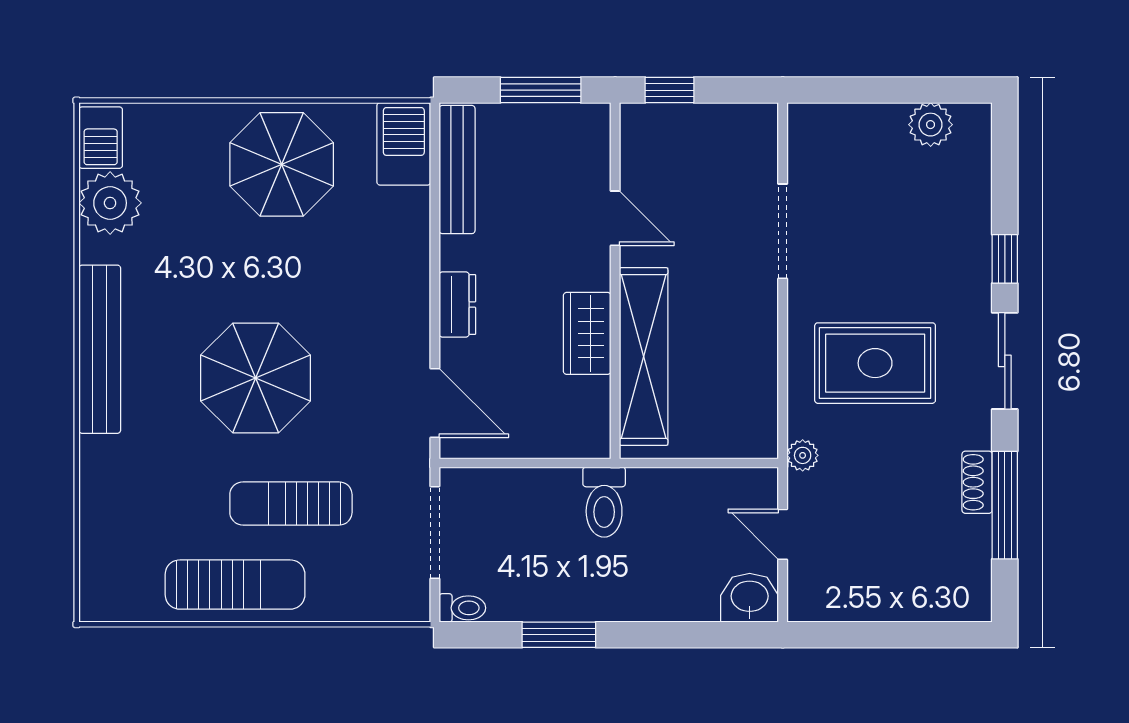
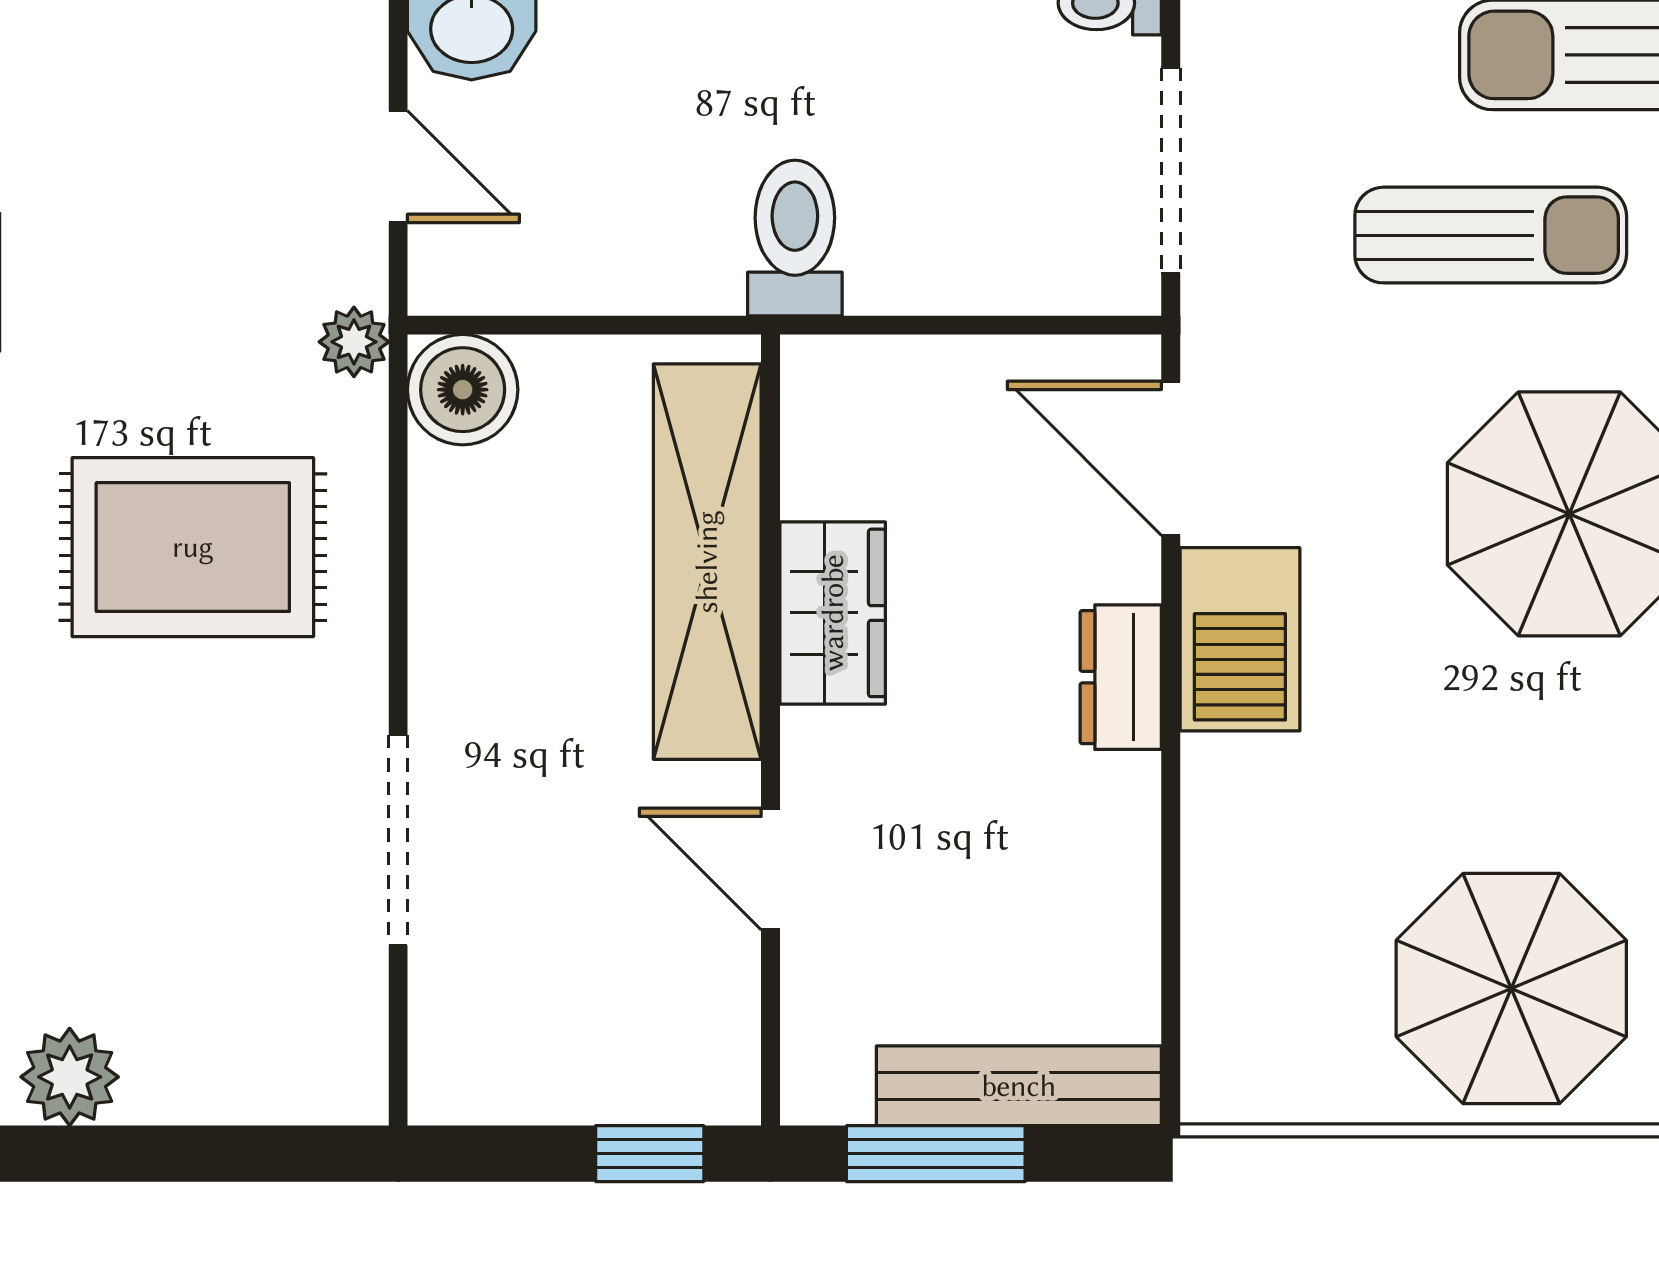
barbecue: (404, 144) -> (1240, 639), moved
bench: (457, 170) -> (1019, 1086), moved, turned 90
boiler: (754, 434) -> (463, 390), added

